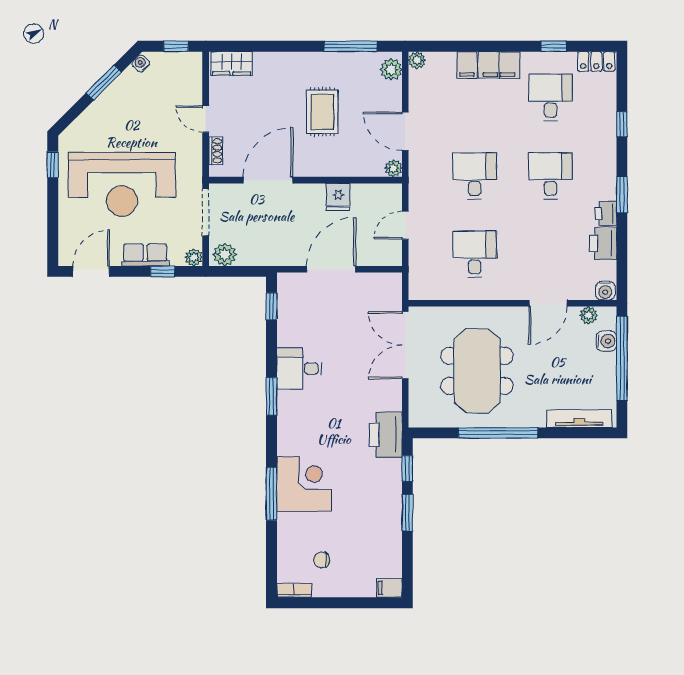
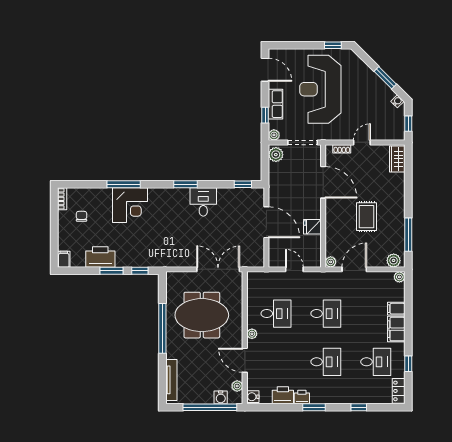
rug: (322, 112) -> (367, 217), turned 90
plant: (506, 292) -> (252, 334), added
printer: (386, 435) -> (100, 257), moved

